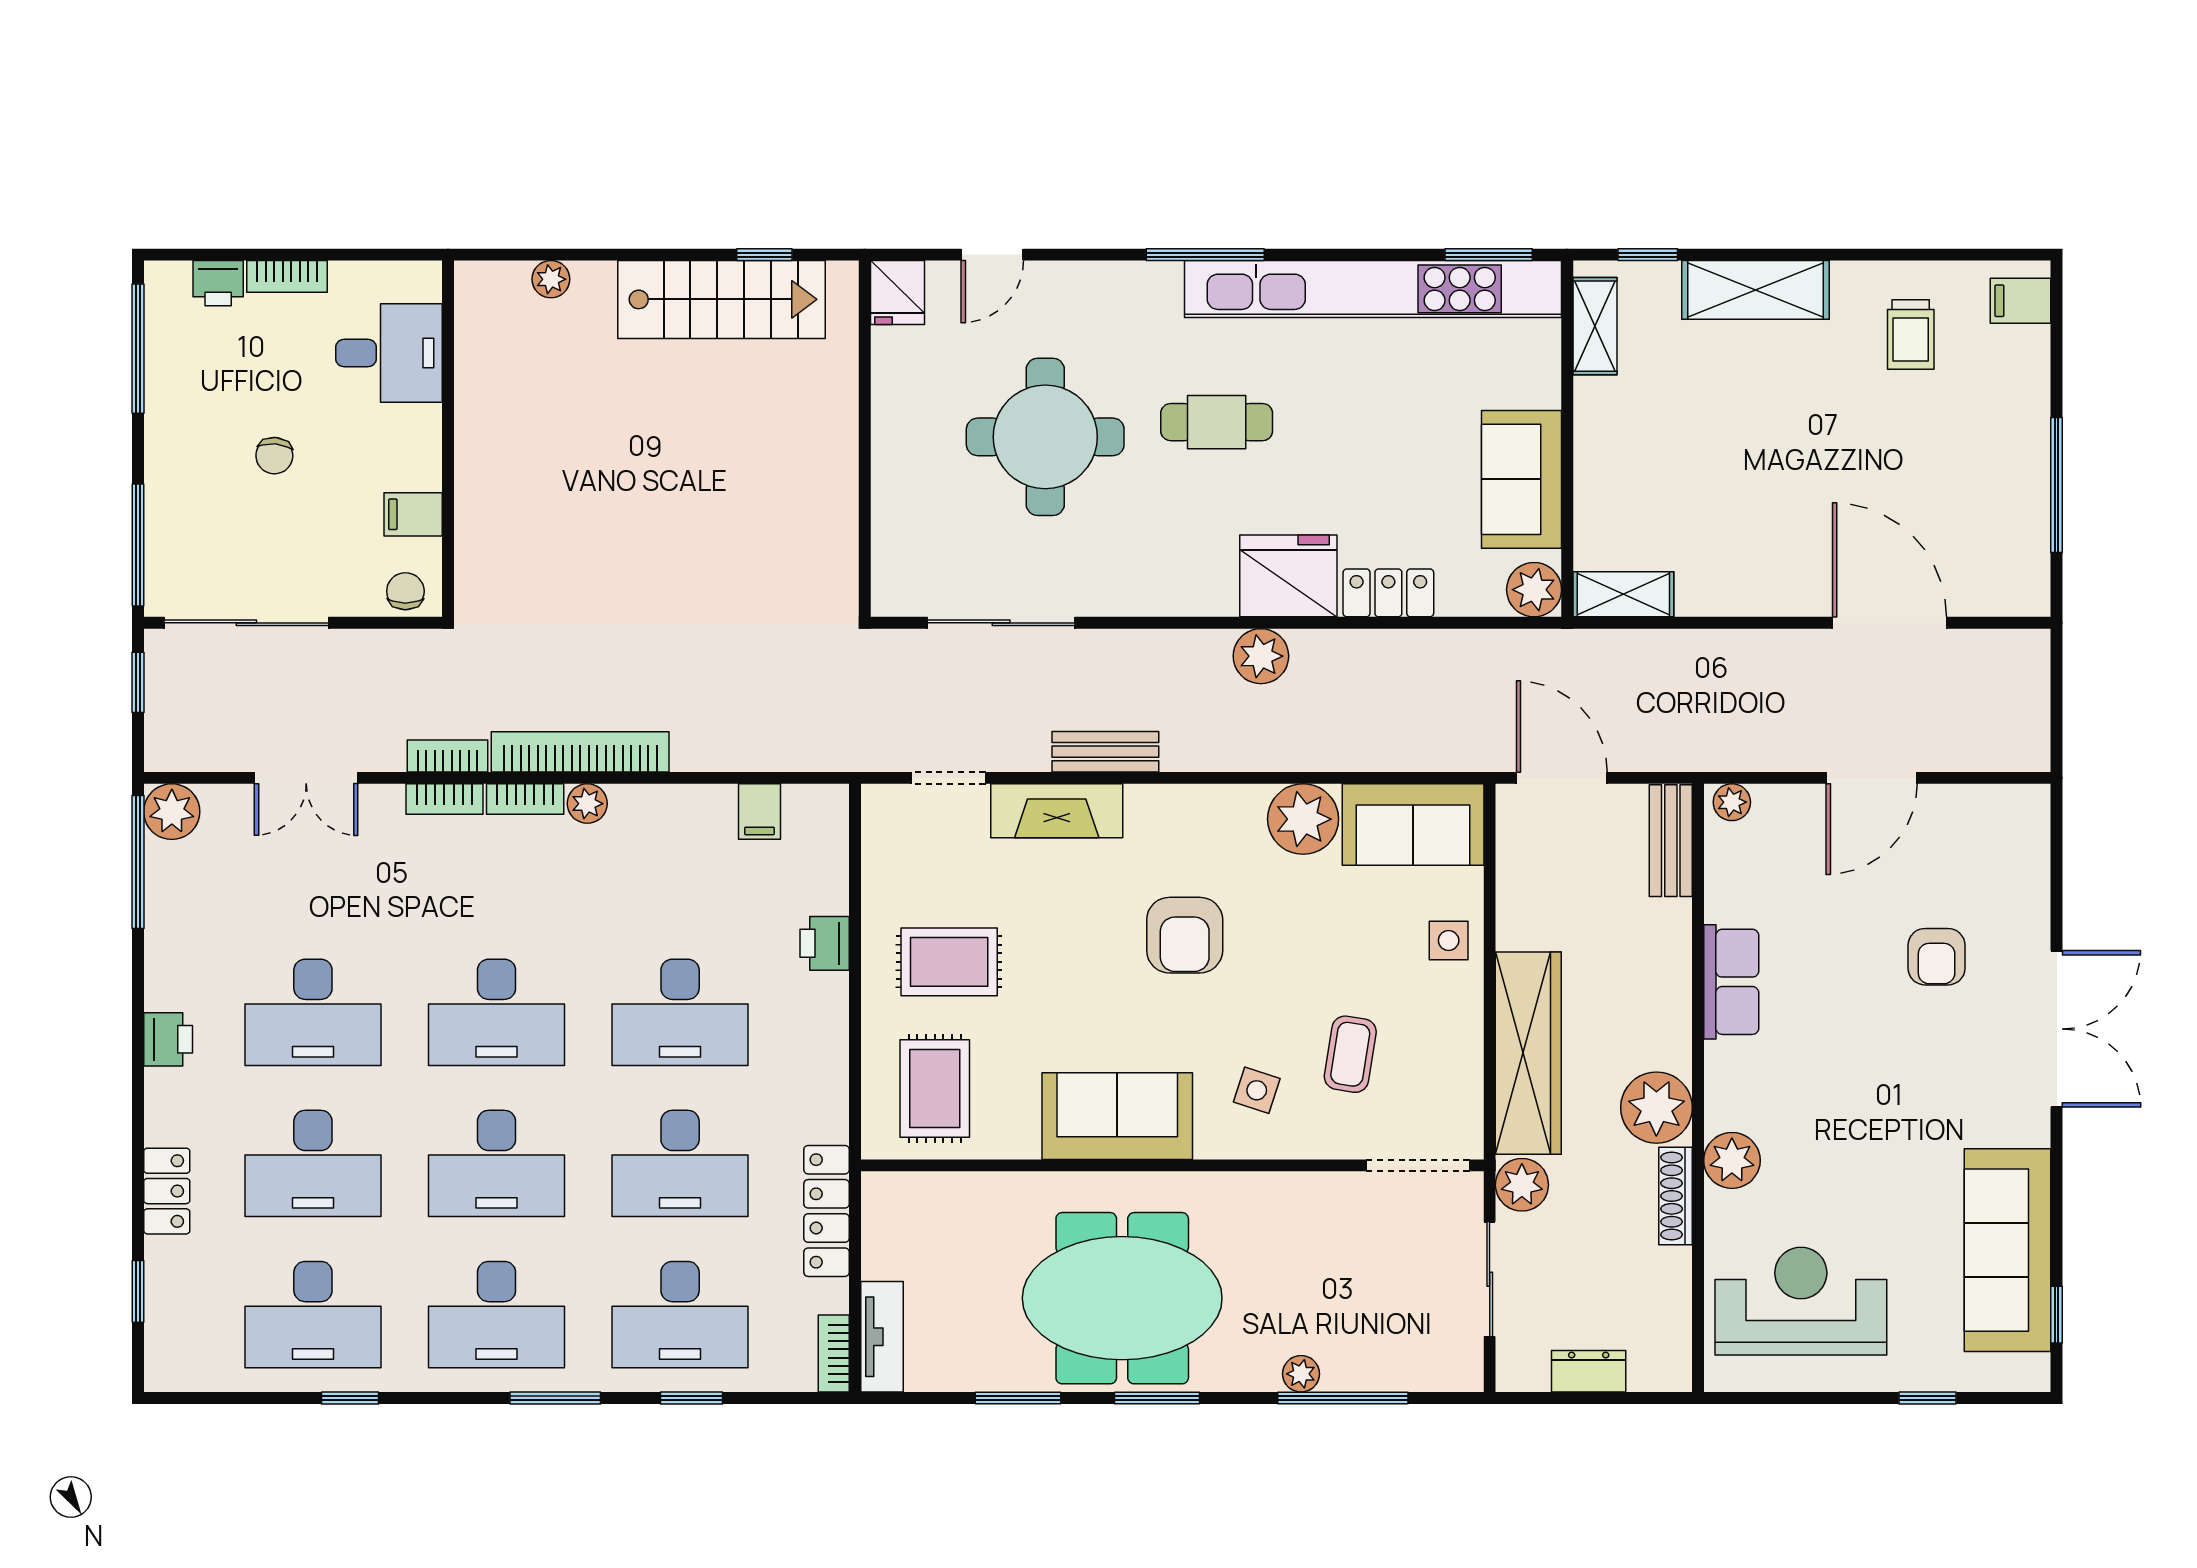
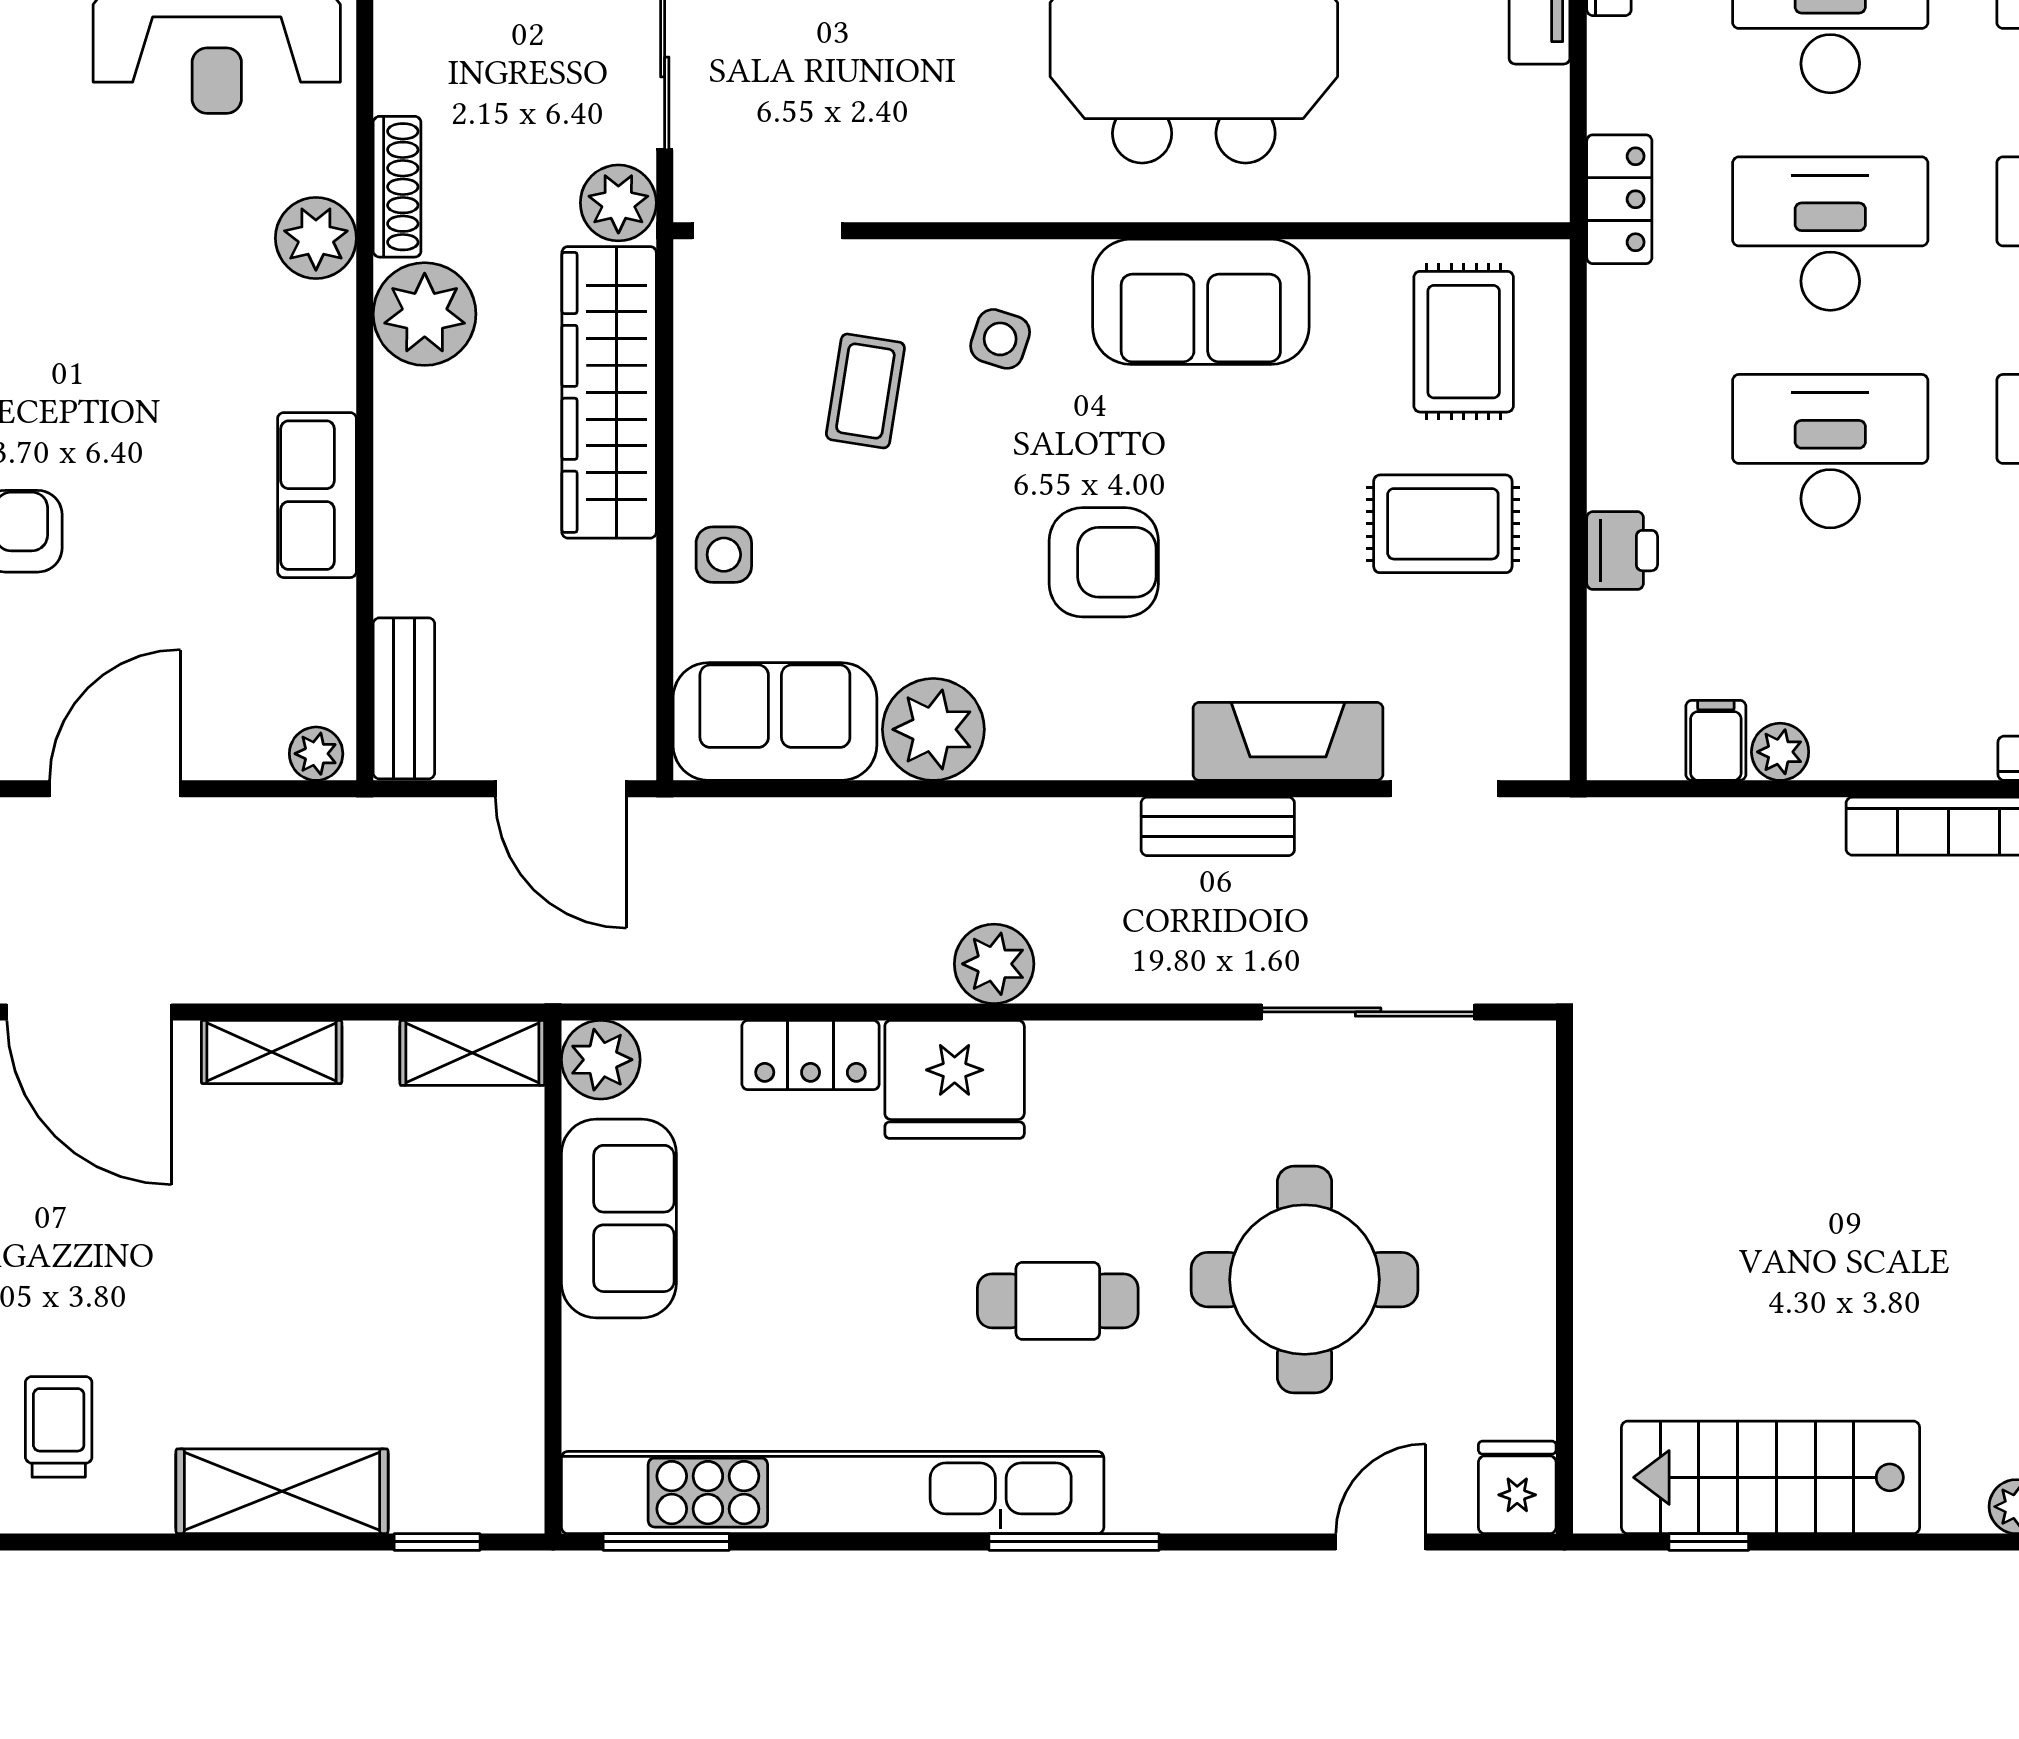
shelving: (1595, 326) -> (272, 1052), moved, turned 90
plant: (587, 804) -> (1780, 752), moved
armchair: (1185, 935) -> (1104, 562), turned 90
locker: (827, 1211) -> (1619, 199), width x0.66

